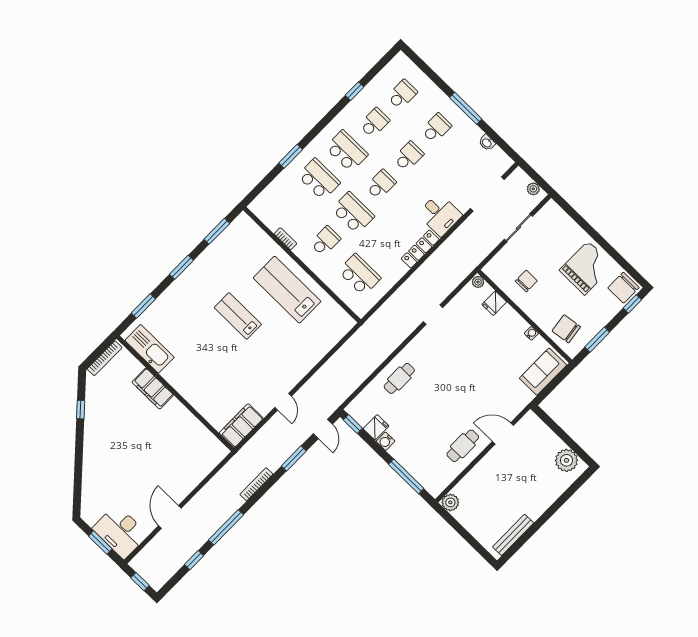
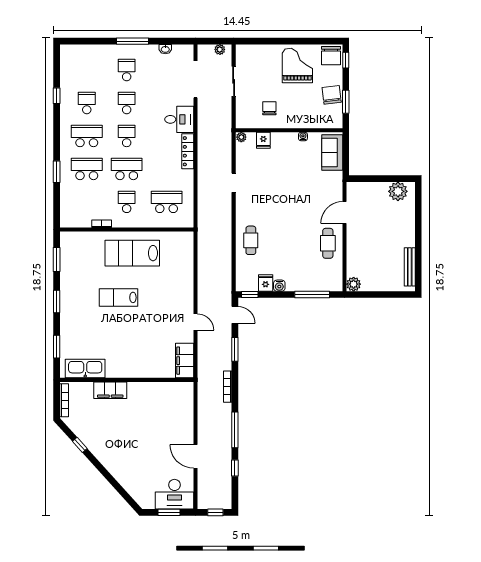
school desk: (402, 94) -> (87, 70), removed
chair: (566, 329) -> (332, 95), moved, turned 91

